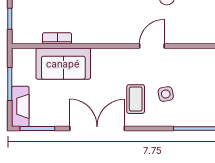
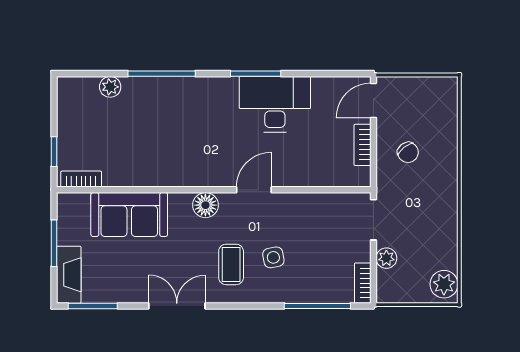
bookcase: (57, 38) -> (81, 179), moved
floor lamp: (117, 57) -> (205, 205), added
double door: (97, 129) -> (177, 306), width x0.73

